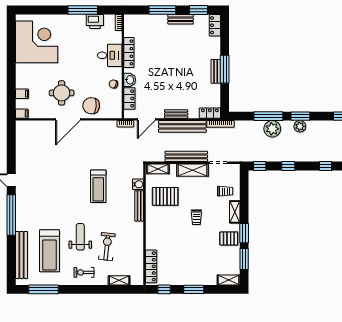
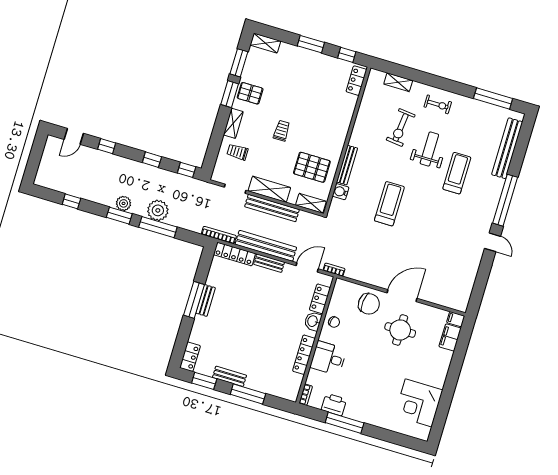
corner desk: (37, 42) -> (419, 403), width x0.74, depth x0.74
filing cabinet: (22, 94) -> (450, 337), width x2.00
locker: (210, 113) -> (234, 254), width x1.53
weight bench: (80, 237) -> (429, 149), turned 180
treadmill: (49, 251) -> (457, 173), moved, width x0.73, depth x0.73
locker: (151, 266) -> (356, 81), width x0.66

